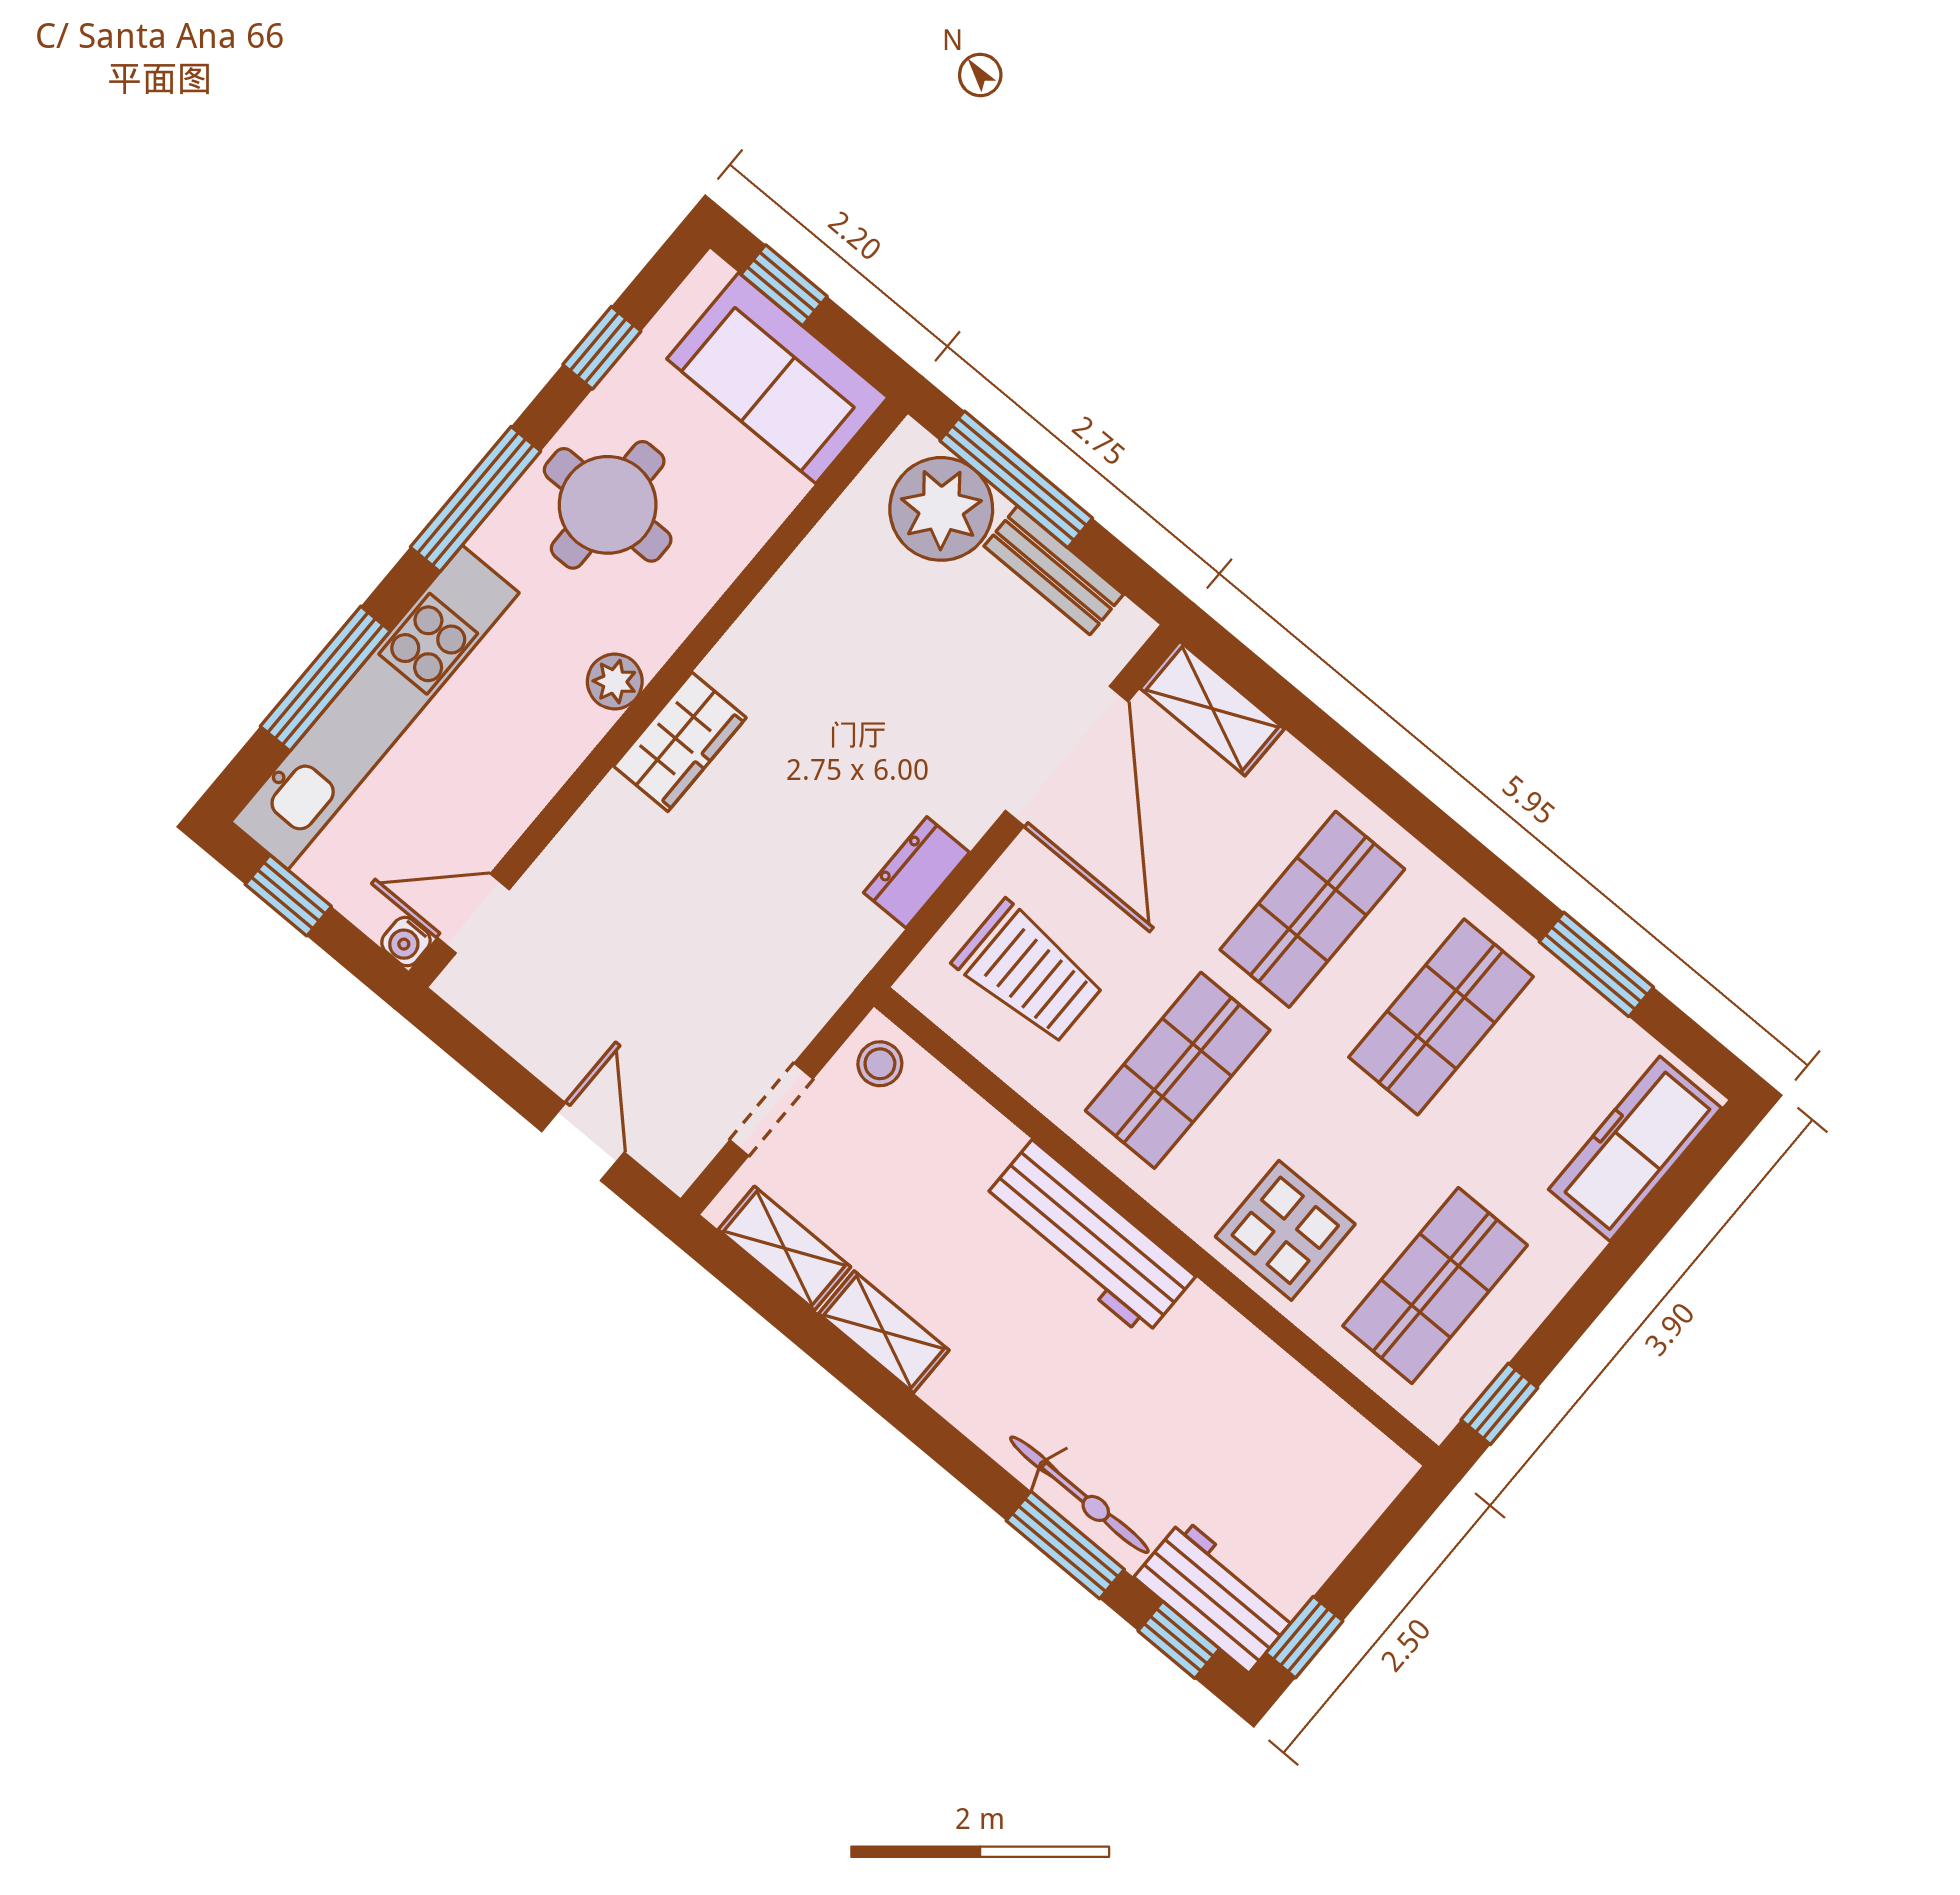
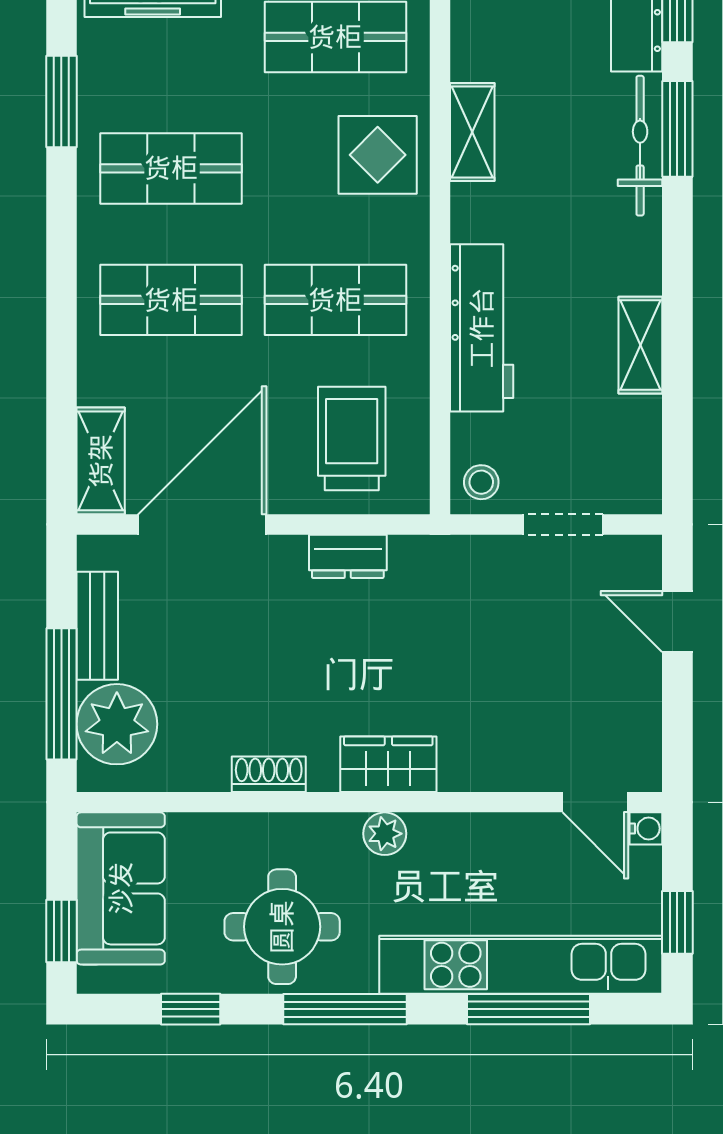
shoe rack: (768, 617) -> (269, 774), added
door: (583, 1142) -> (677, 621), hinge flipped
workbench: (1088, 1239) -> (482, 328), moved
shelving: (785, 1248) -> (472, 132), moved

